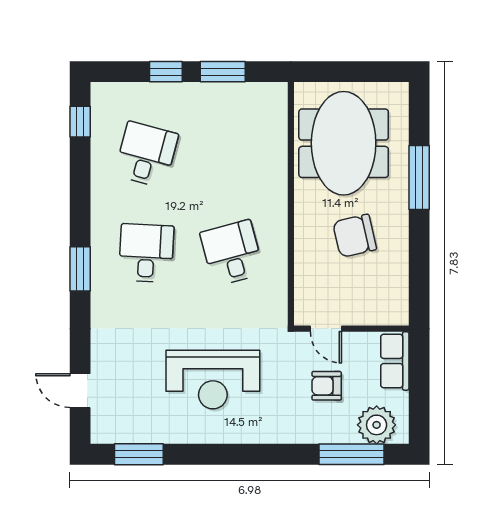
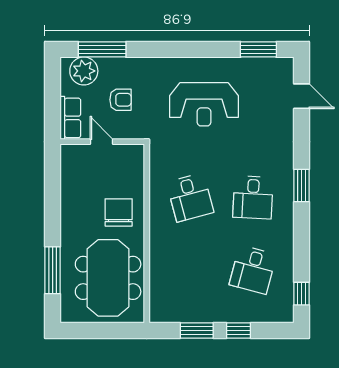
window: (419, 178) -> (53, 270), moved
chair: (355, 236) -> (119, 212), moved, turned -77
door: (326, 329) -> (102, 142), moved
reception desk: (213, 379) -> (204, 104), turned 180

